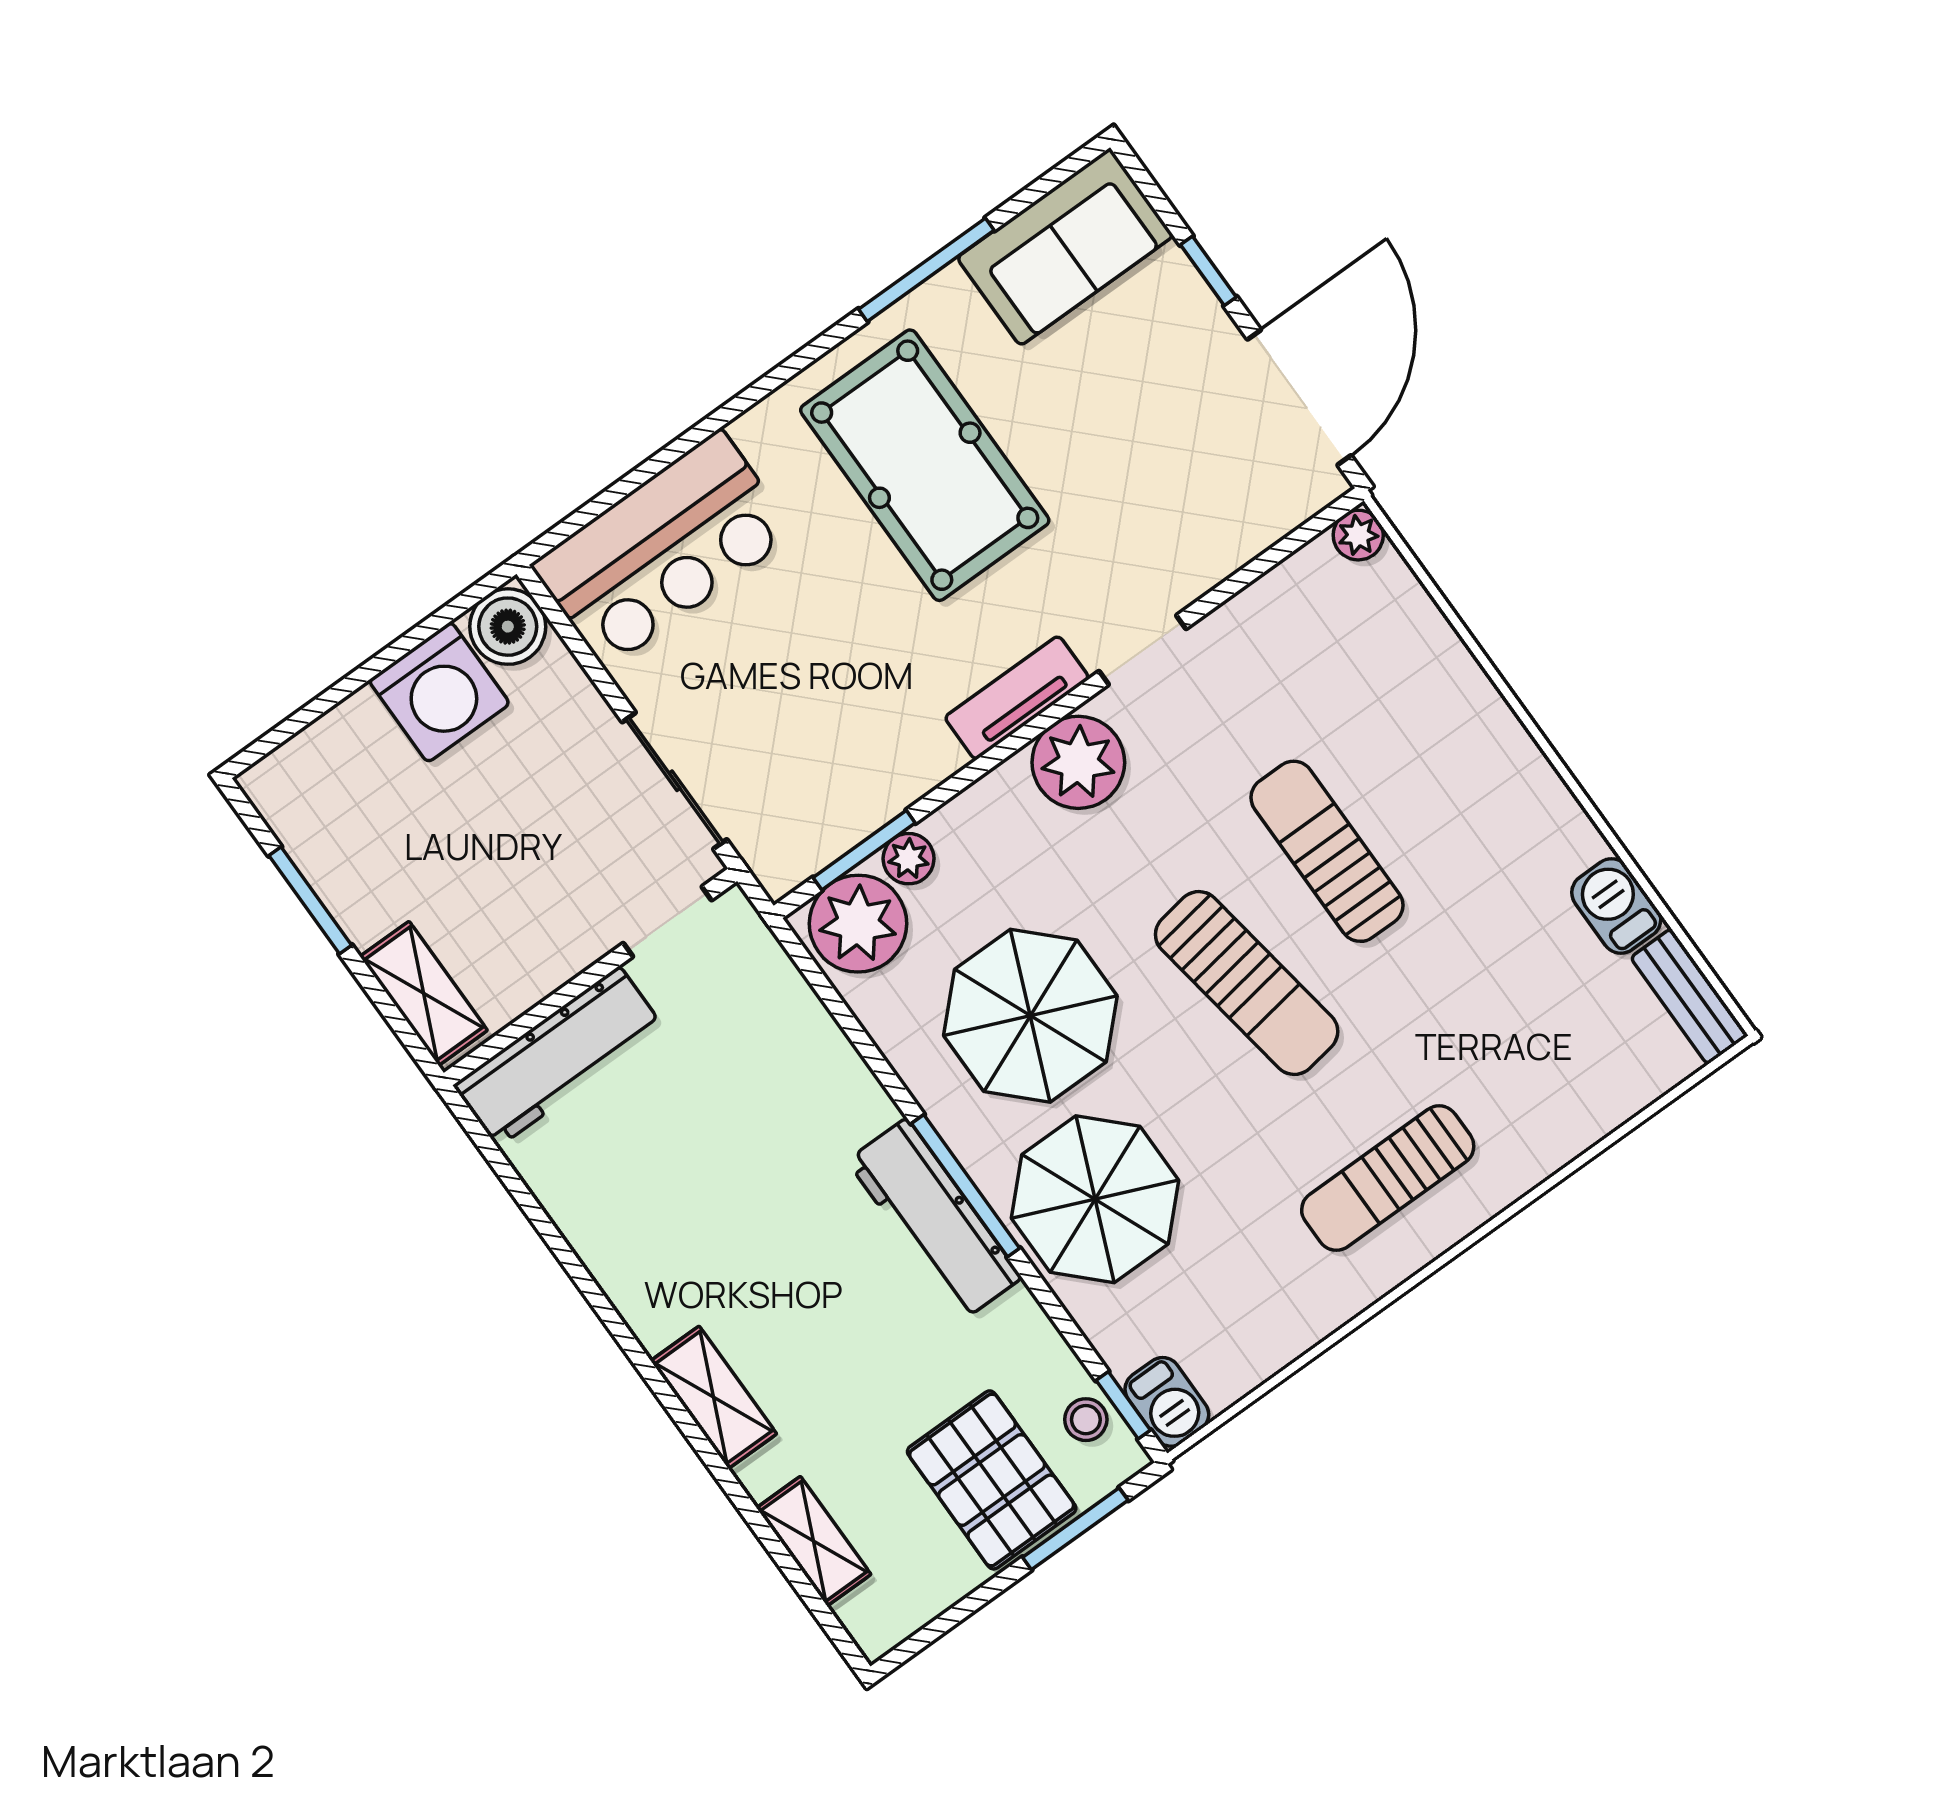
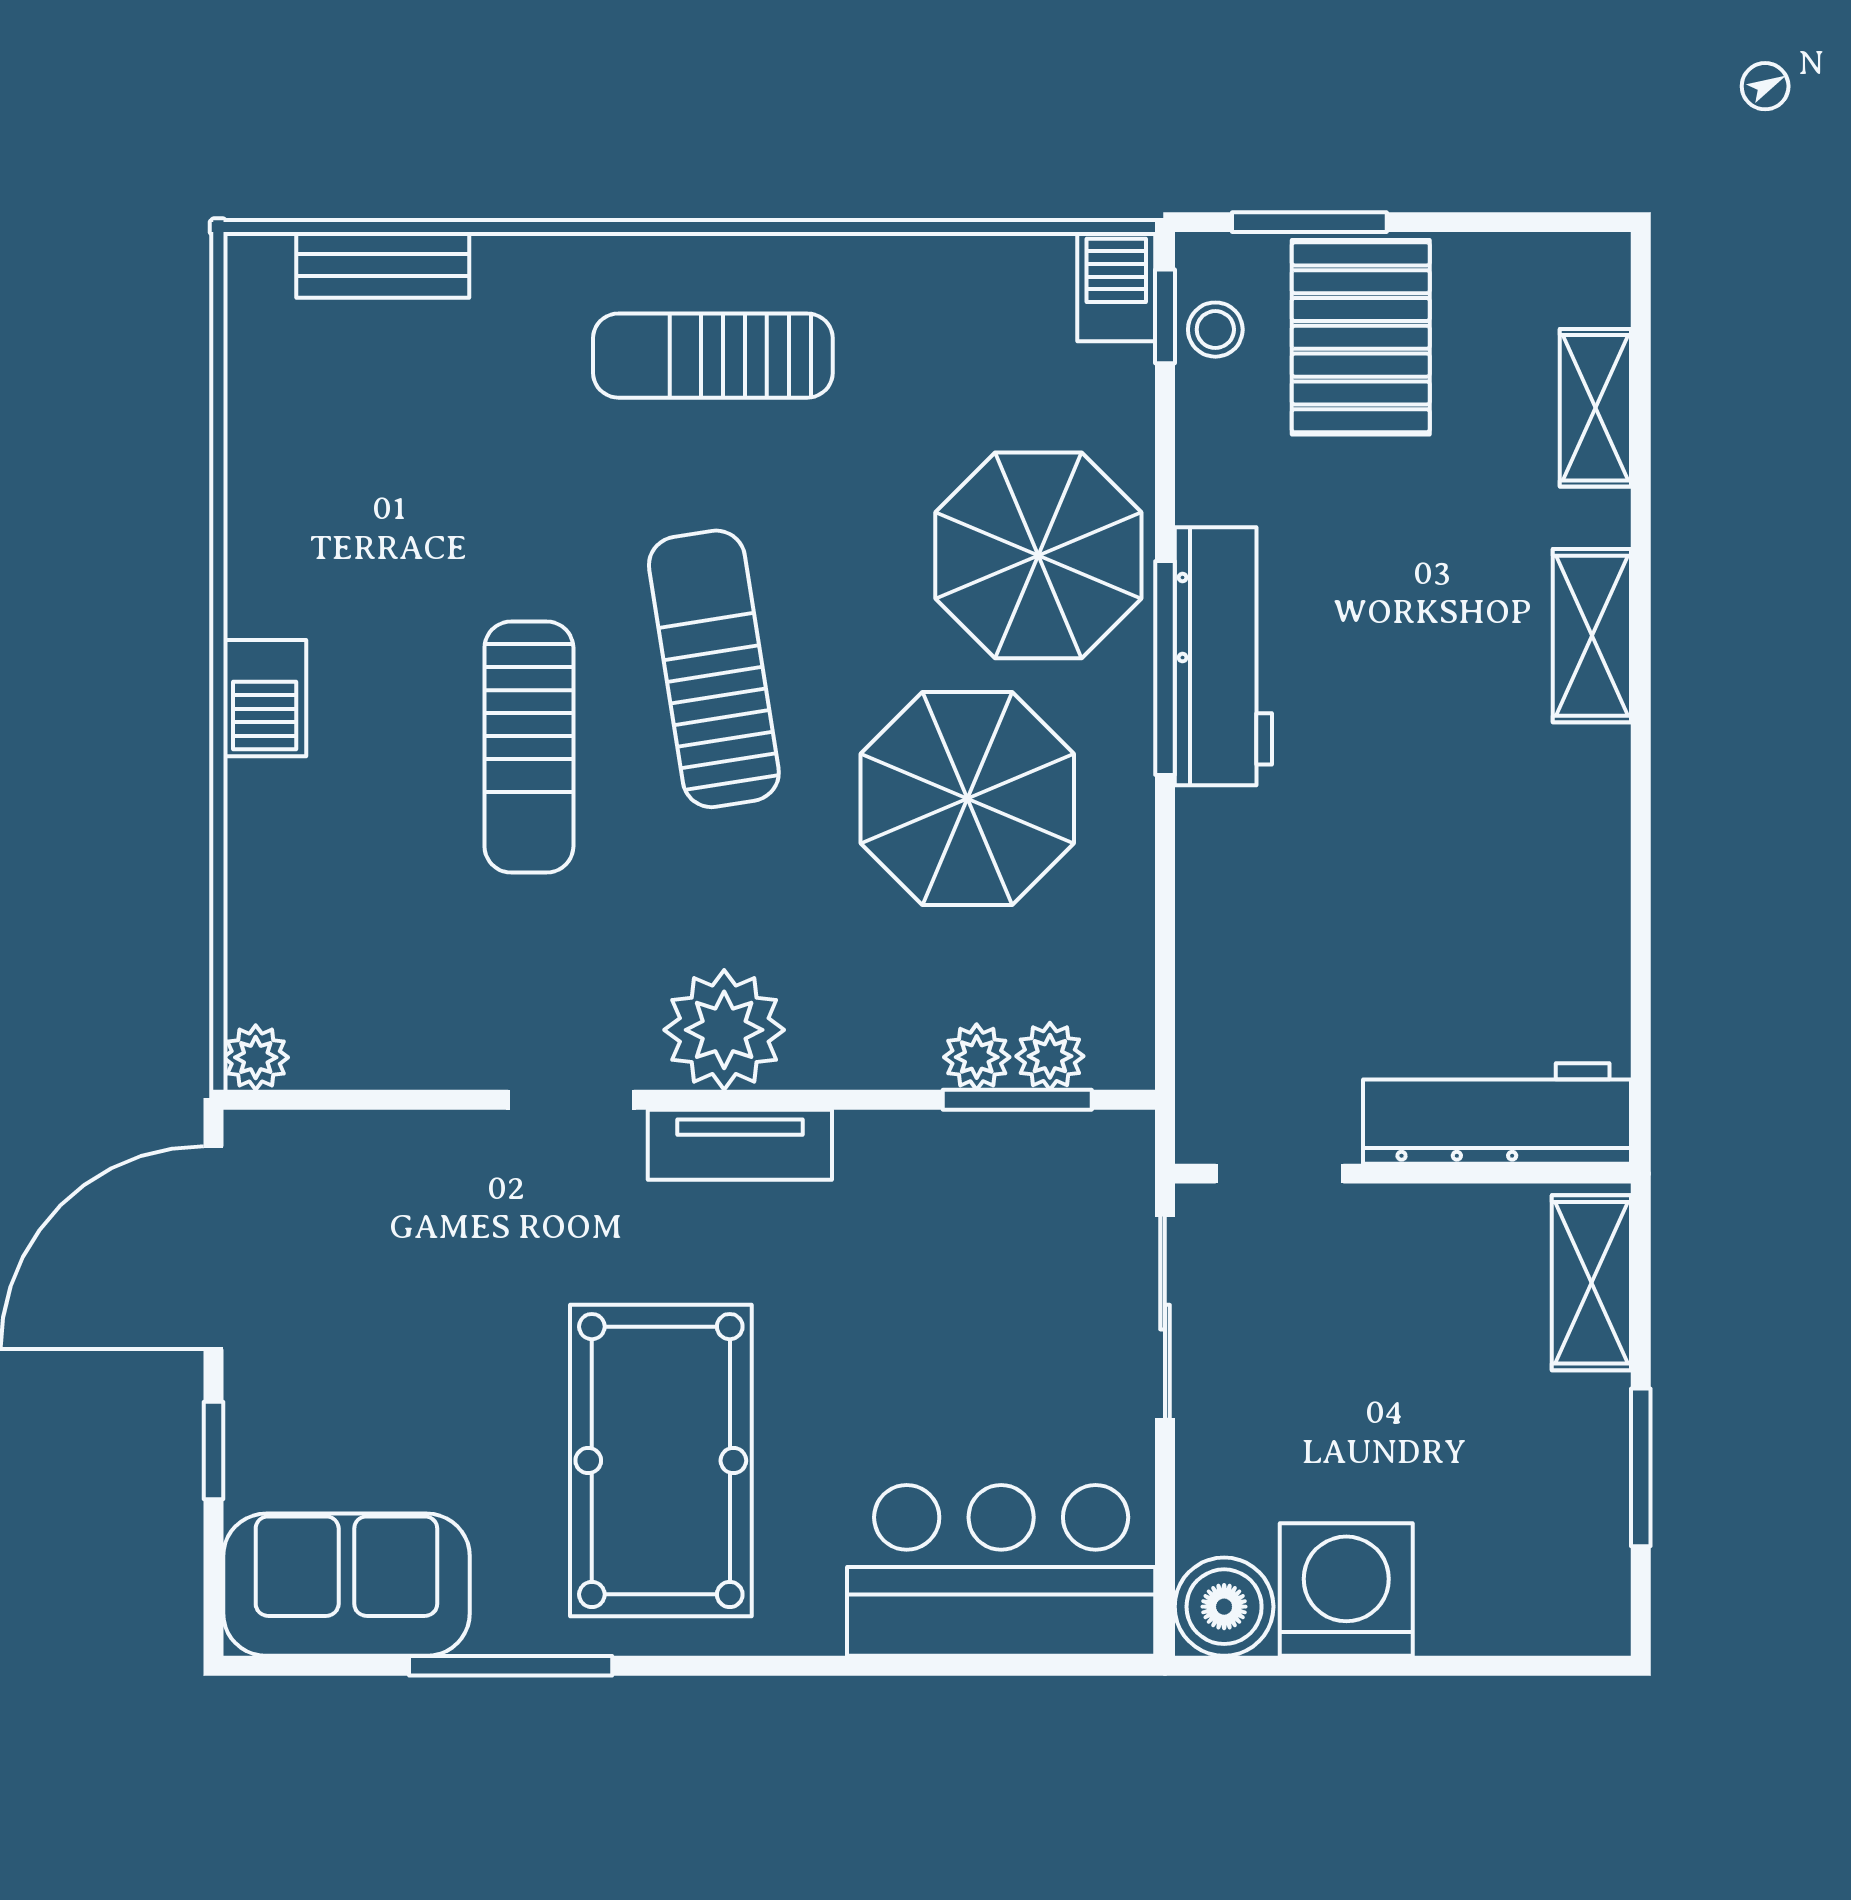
barbecue: (1616, 906) -> (265, 698), moved
plant: (858, 924) -> (1050, 1056), width x0.53, depth x0.53
bench: (1689, 997) -> (383, 265), moved, turned 90
sun lounger: (1388, 1178) -> (713, 356), turned 180

